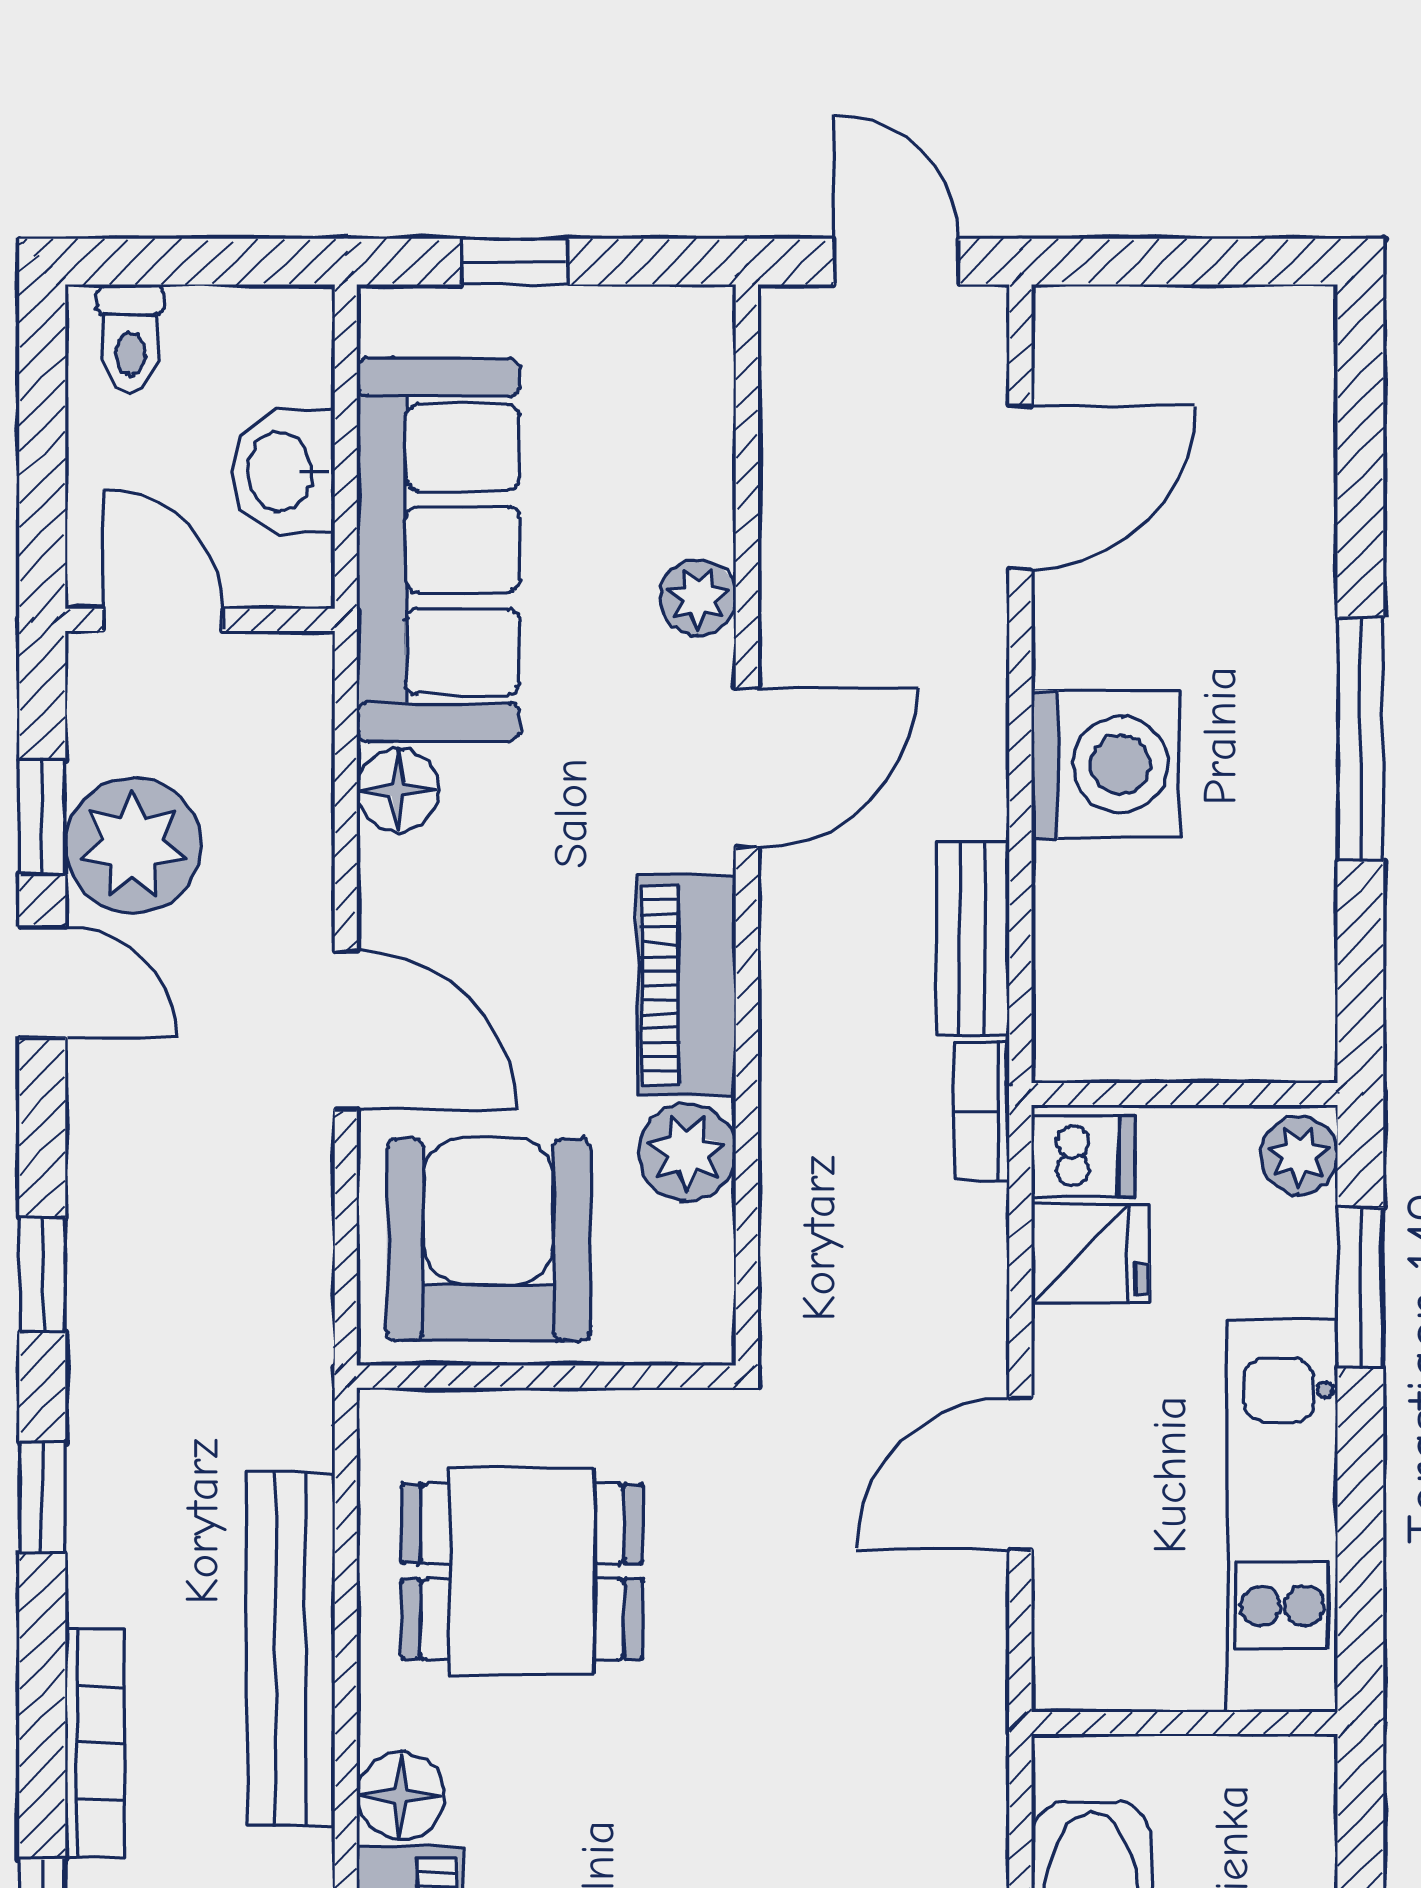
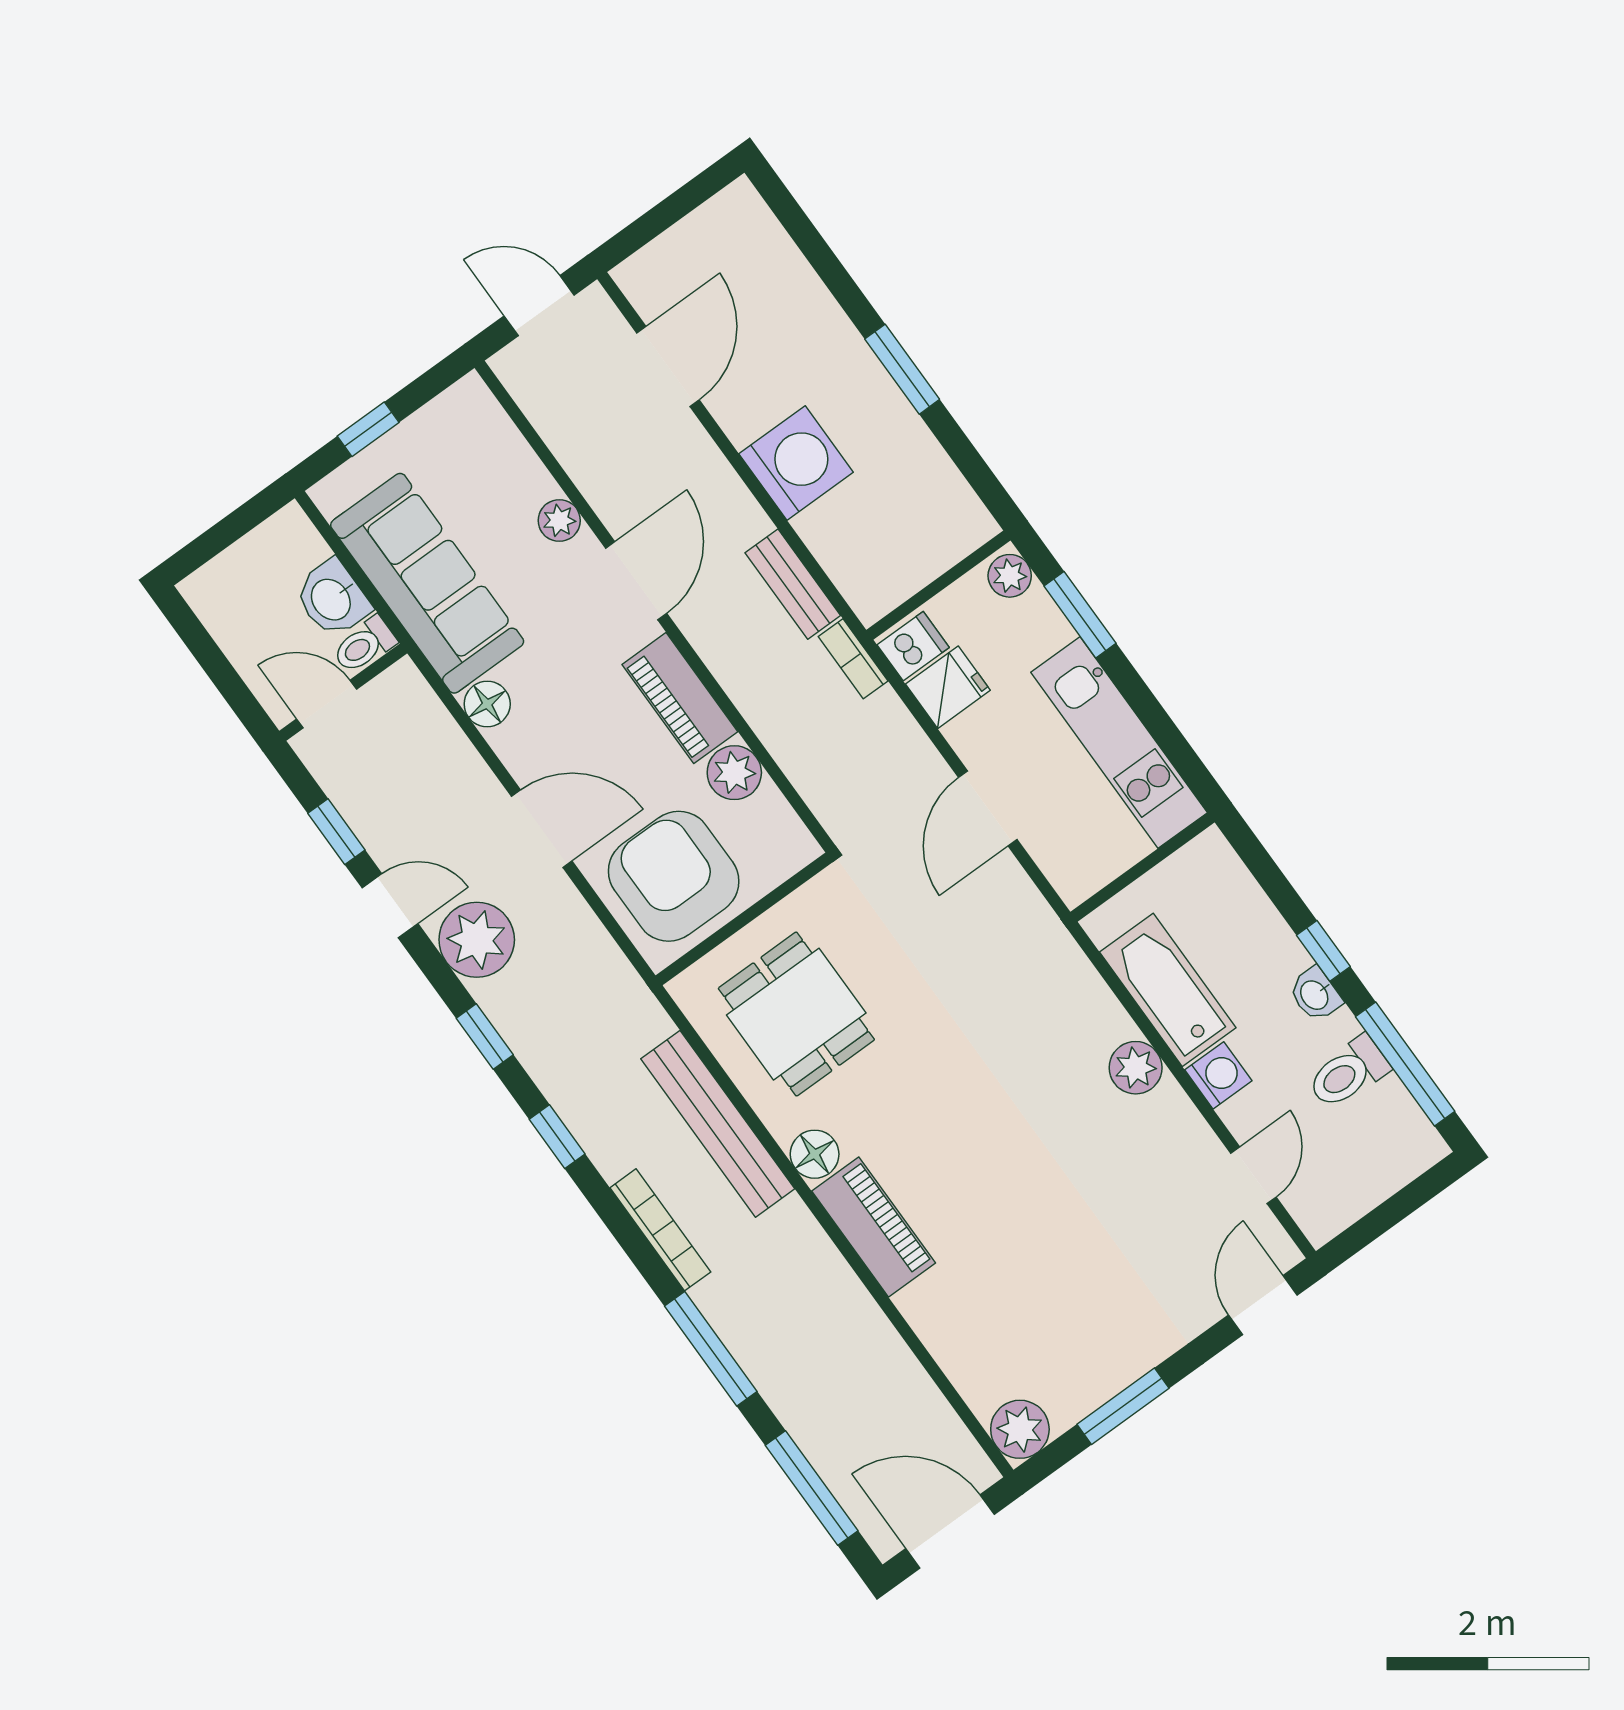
toilet: (130, 339) -> (364, 645), moved, turned 90
window: (1360, 739) -> (902, 369), width x0.69
plant: (133, 846) -> (477, 940), moved
dining table: (522, 1571) -> (796, 1014), turned 90

